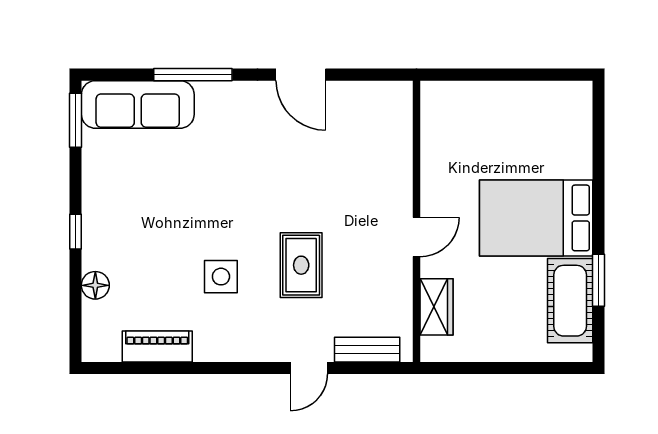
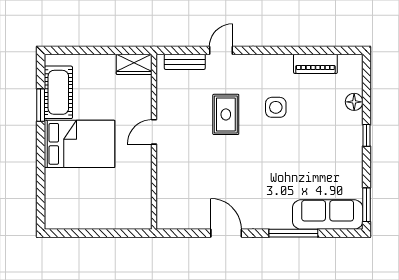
wardrobe: (436, 307) -> (134, 64), moved, turned -90

